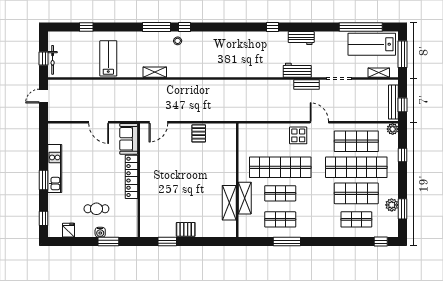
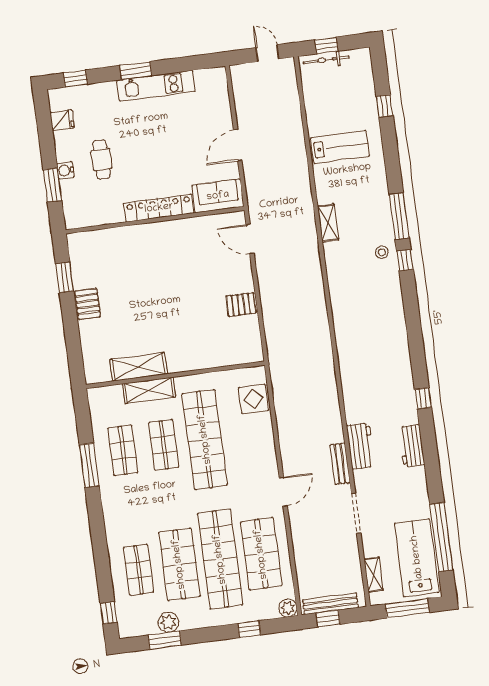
display table: (298, 135) -> (253, 399), moved

